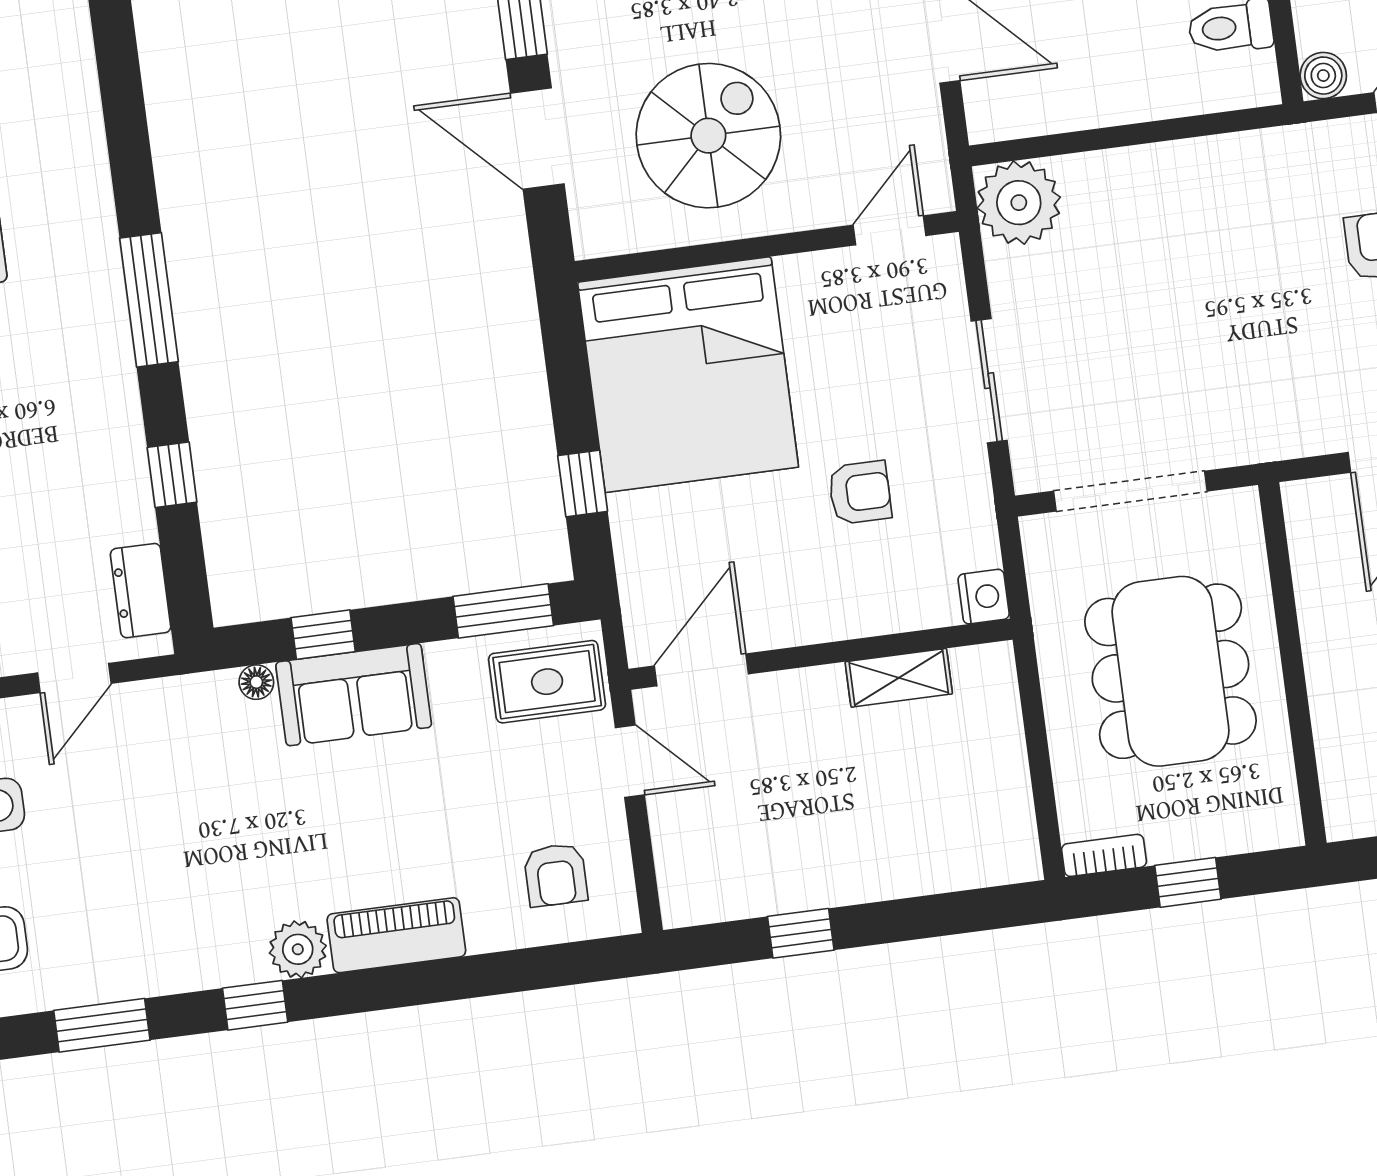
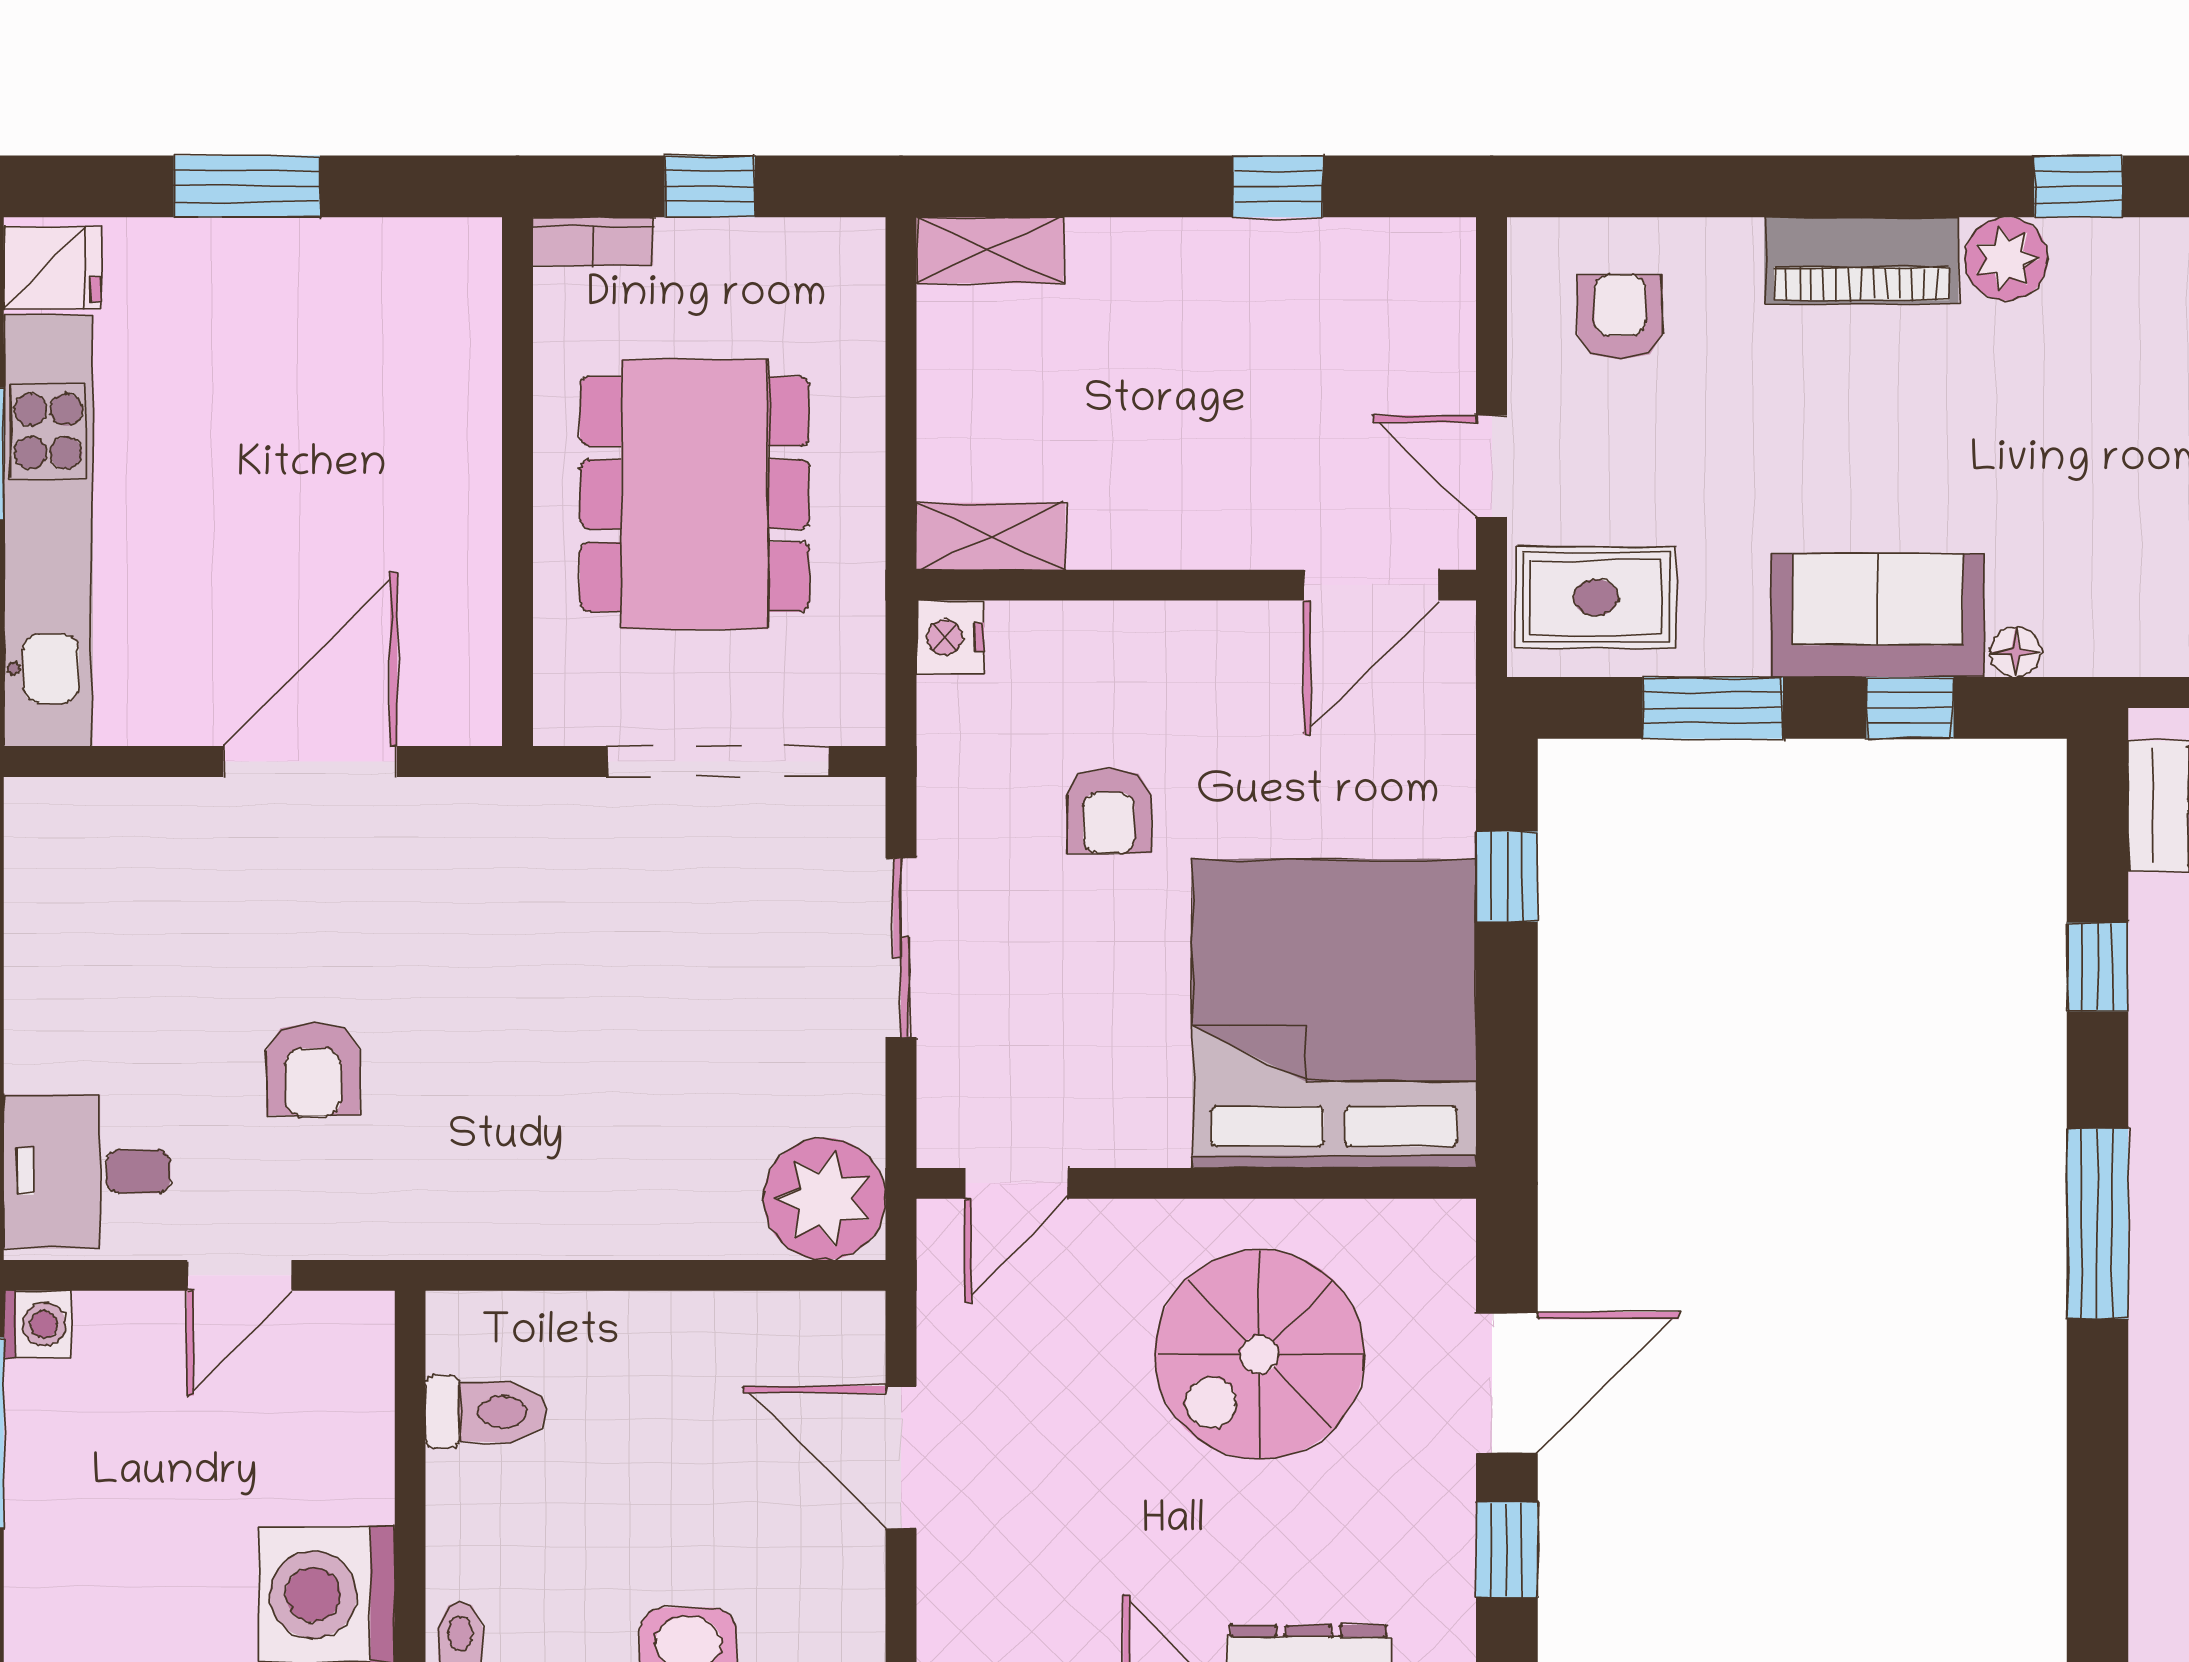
boiler: (1323, 76) -> (361, 1324), removed
door: (537, 139) -> (1507, 1383), hinge flipped
armchair: (860, 493) -> (1109, 811), turned -90
window: (503, 611) -> (1713, 708), moved
shelving: (899, 678) -> (991, 536), moved
bookcase: (1104, 855) -> (593, 241), moved
shelving: (991, 864) -> (990, 250), added

